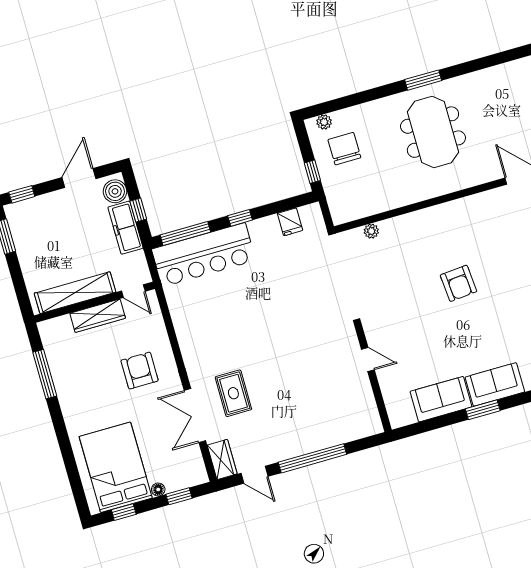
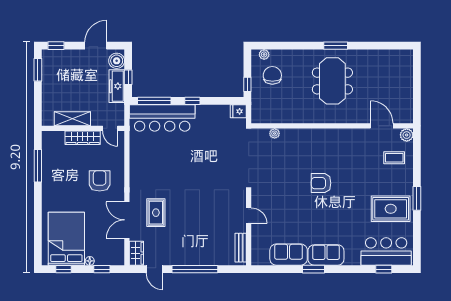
fridge: (290, 222) -> (238, 111), moved, turned 90
armchair: (458, 283) -> (321, 183), turned 95
shelving: (75, 293) -> (72, 119), width x0.68
bench: (369, 409) -> (241, 248), added

